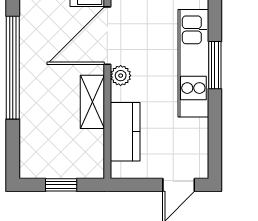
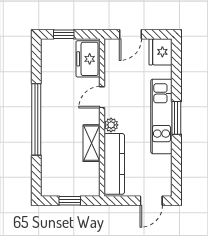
door: (107, 36) -> (102, 97), width x0.53
kitchen counter: (125, 132) -> (114, 164), width x1.50

